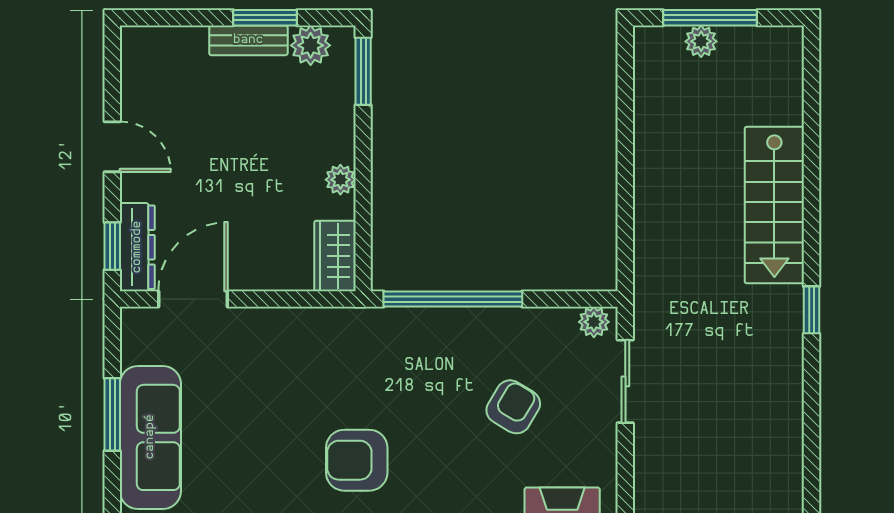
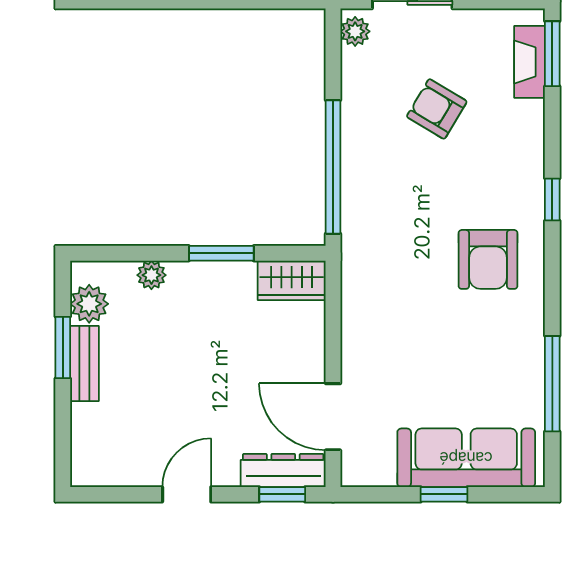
window: (363, 71) -> (221, 253), moved
plant: (340, 180) -> (151, 275), moved
window: (112, 414) -> (444, 494), width x0.67

